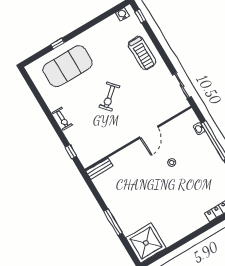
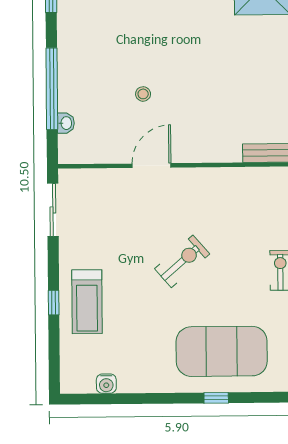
water cooler: (122, 14) -> (106, 384), moved
window: (140, 16) -> (54, 303), moved
treadmill: (142, 53) -> (87, 302), turned 180

